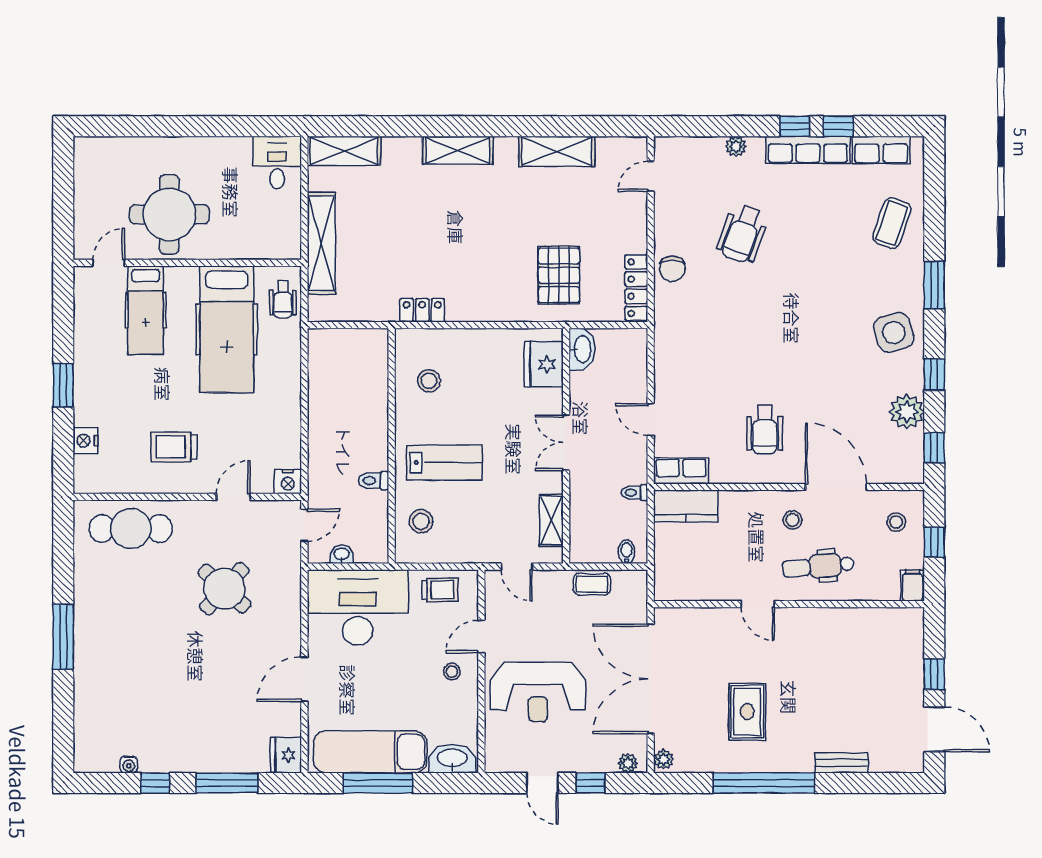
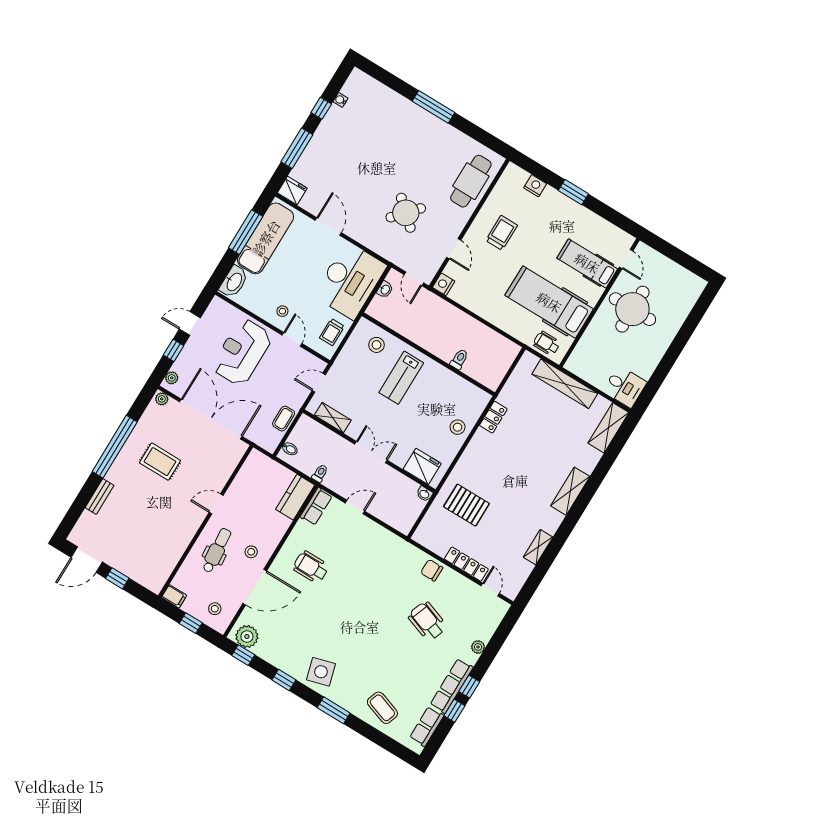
shelving: (557, 151) -> (538, 547), width x0.67, depth x0.75
locker: (636, 288) -> (466, 564), moved
washbasin: (582, 349) -> (424, 494), width x0.52, depth x0.69
stool: (429, 381) -> (458, 427), moved
plant: (907, 412) -> (247, 637), moved
toilet: (374, 481) -> (459, 359), moved

